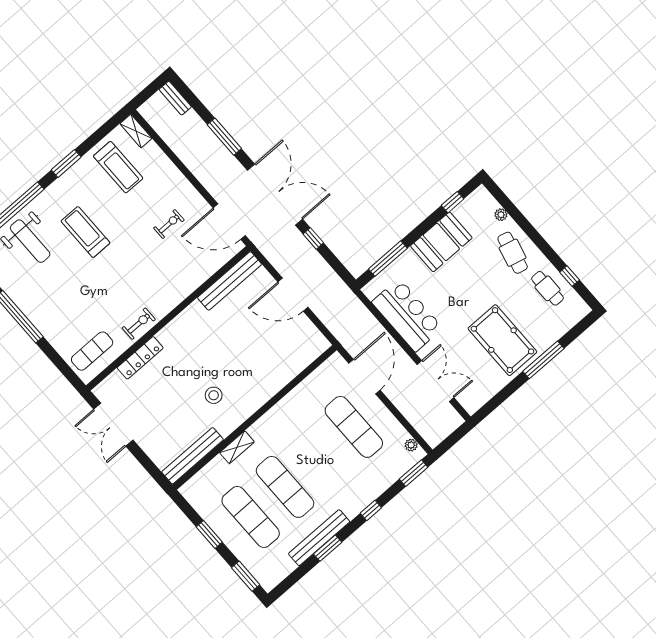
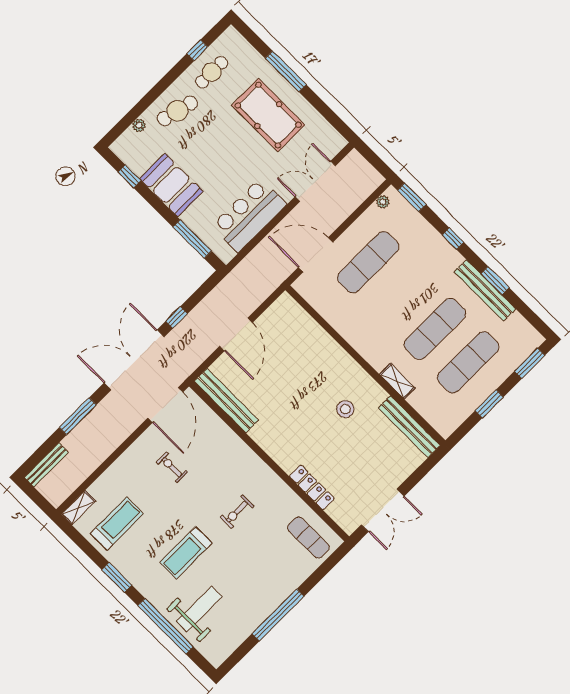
bench: (175, 98) -> (46, 465), width x1.36
exercise bike: (139, 324) -> (237, 512), moved, turned -90
pool table: (502, 340) -> (268, 115), turned 90

